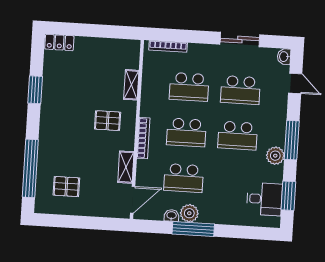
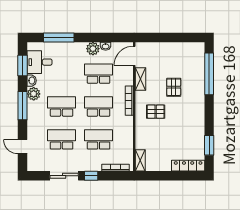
window: (203, 37) -> (91, 176), added
locker: (59, 42) -> (188, 166), width x1.53
washbasin: (284, 57) -> (32, 81), moved
shelving: (131, 85) -> (140, 160), moved
window: (35, 90) -> (209, 145), moved
pallet: (66, 187) -> (174, 87), moved, turned 90
window: (193, 229) -> (59, 37), moved

